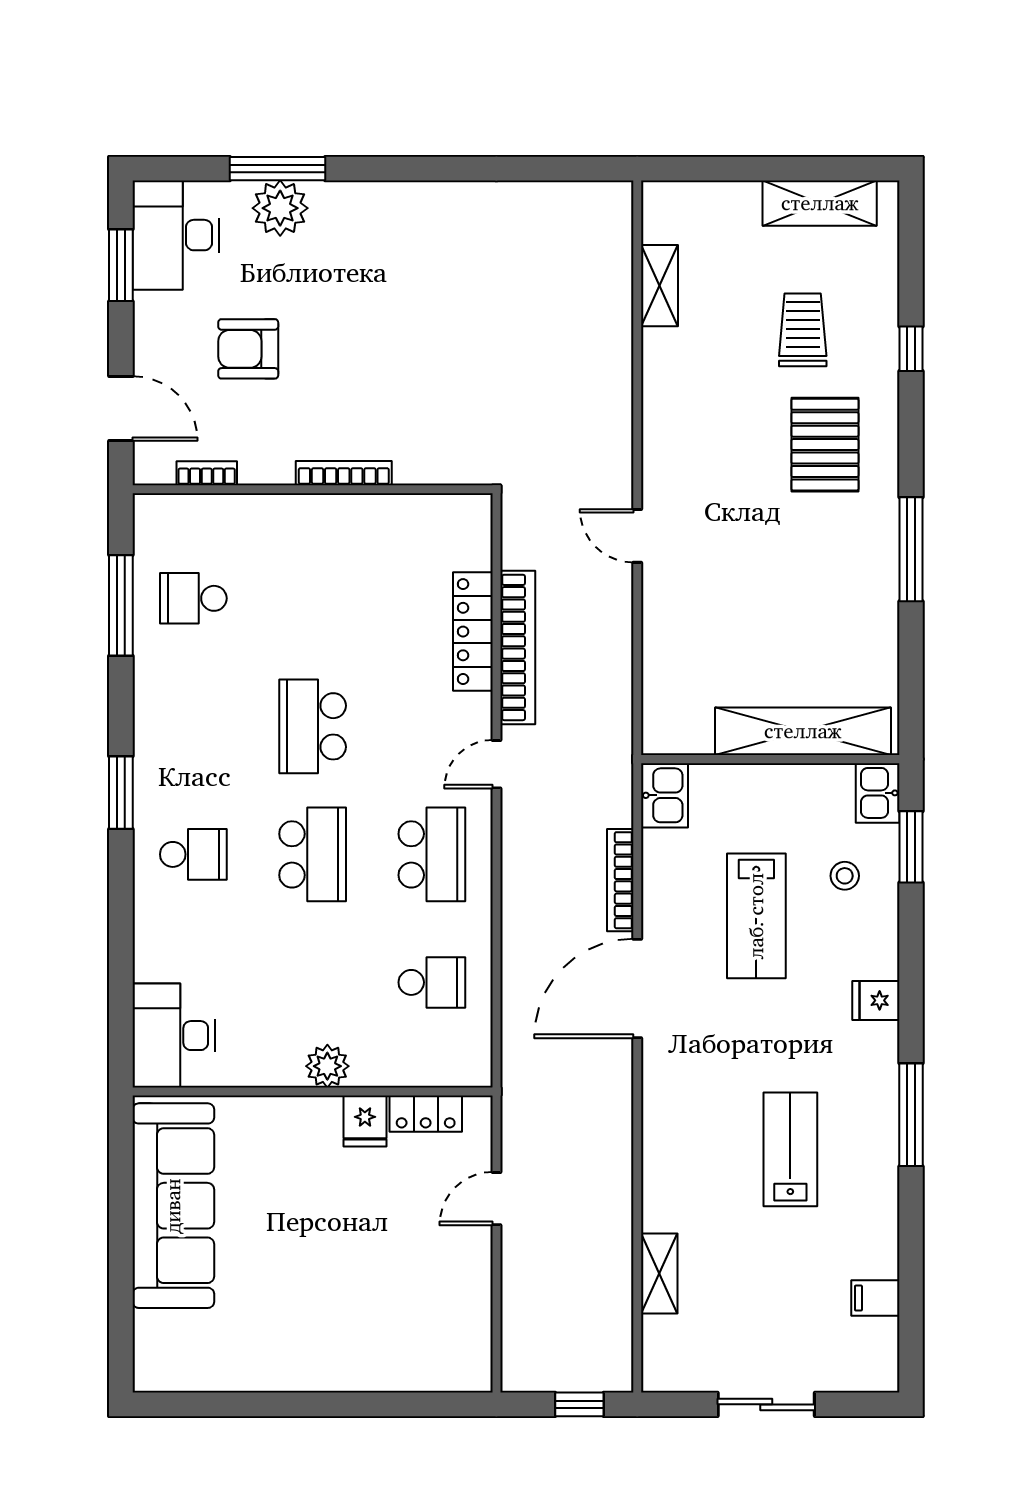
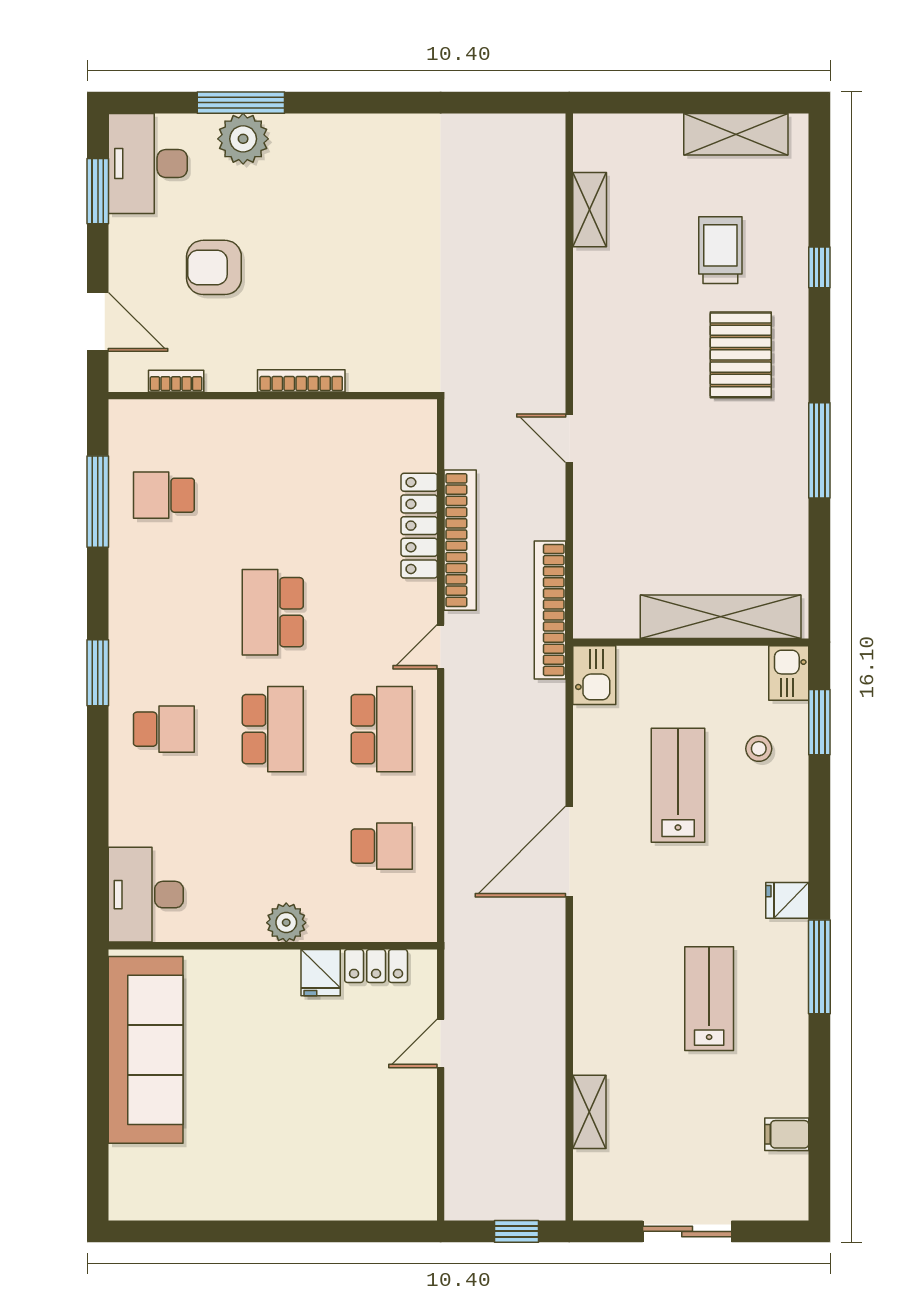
bookcase: (620, 880) -> (550, 610), moved, width x1.48, depth x1.31
lab bench: (756, 916) -> (678, 785), turned 180
fridge: (876, 1000) -> (787, 900), moved

